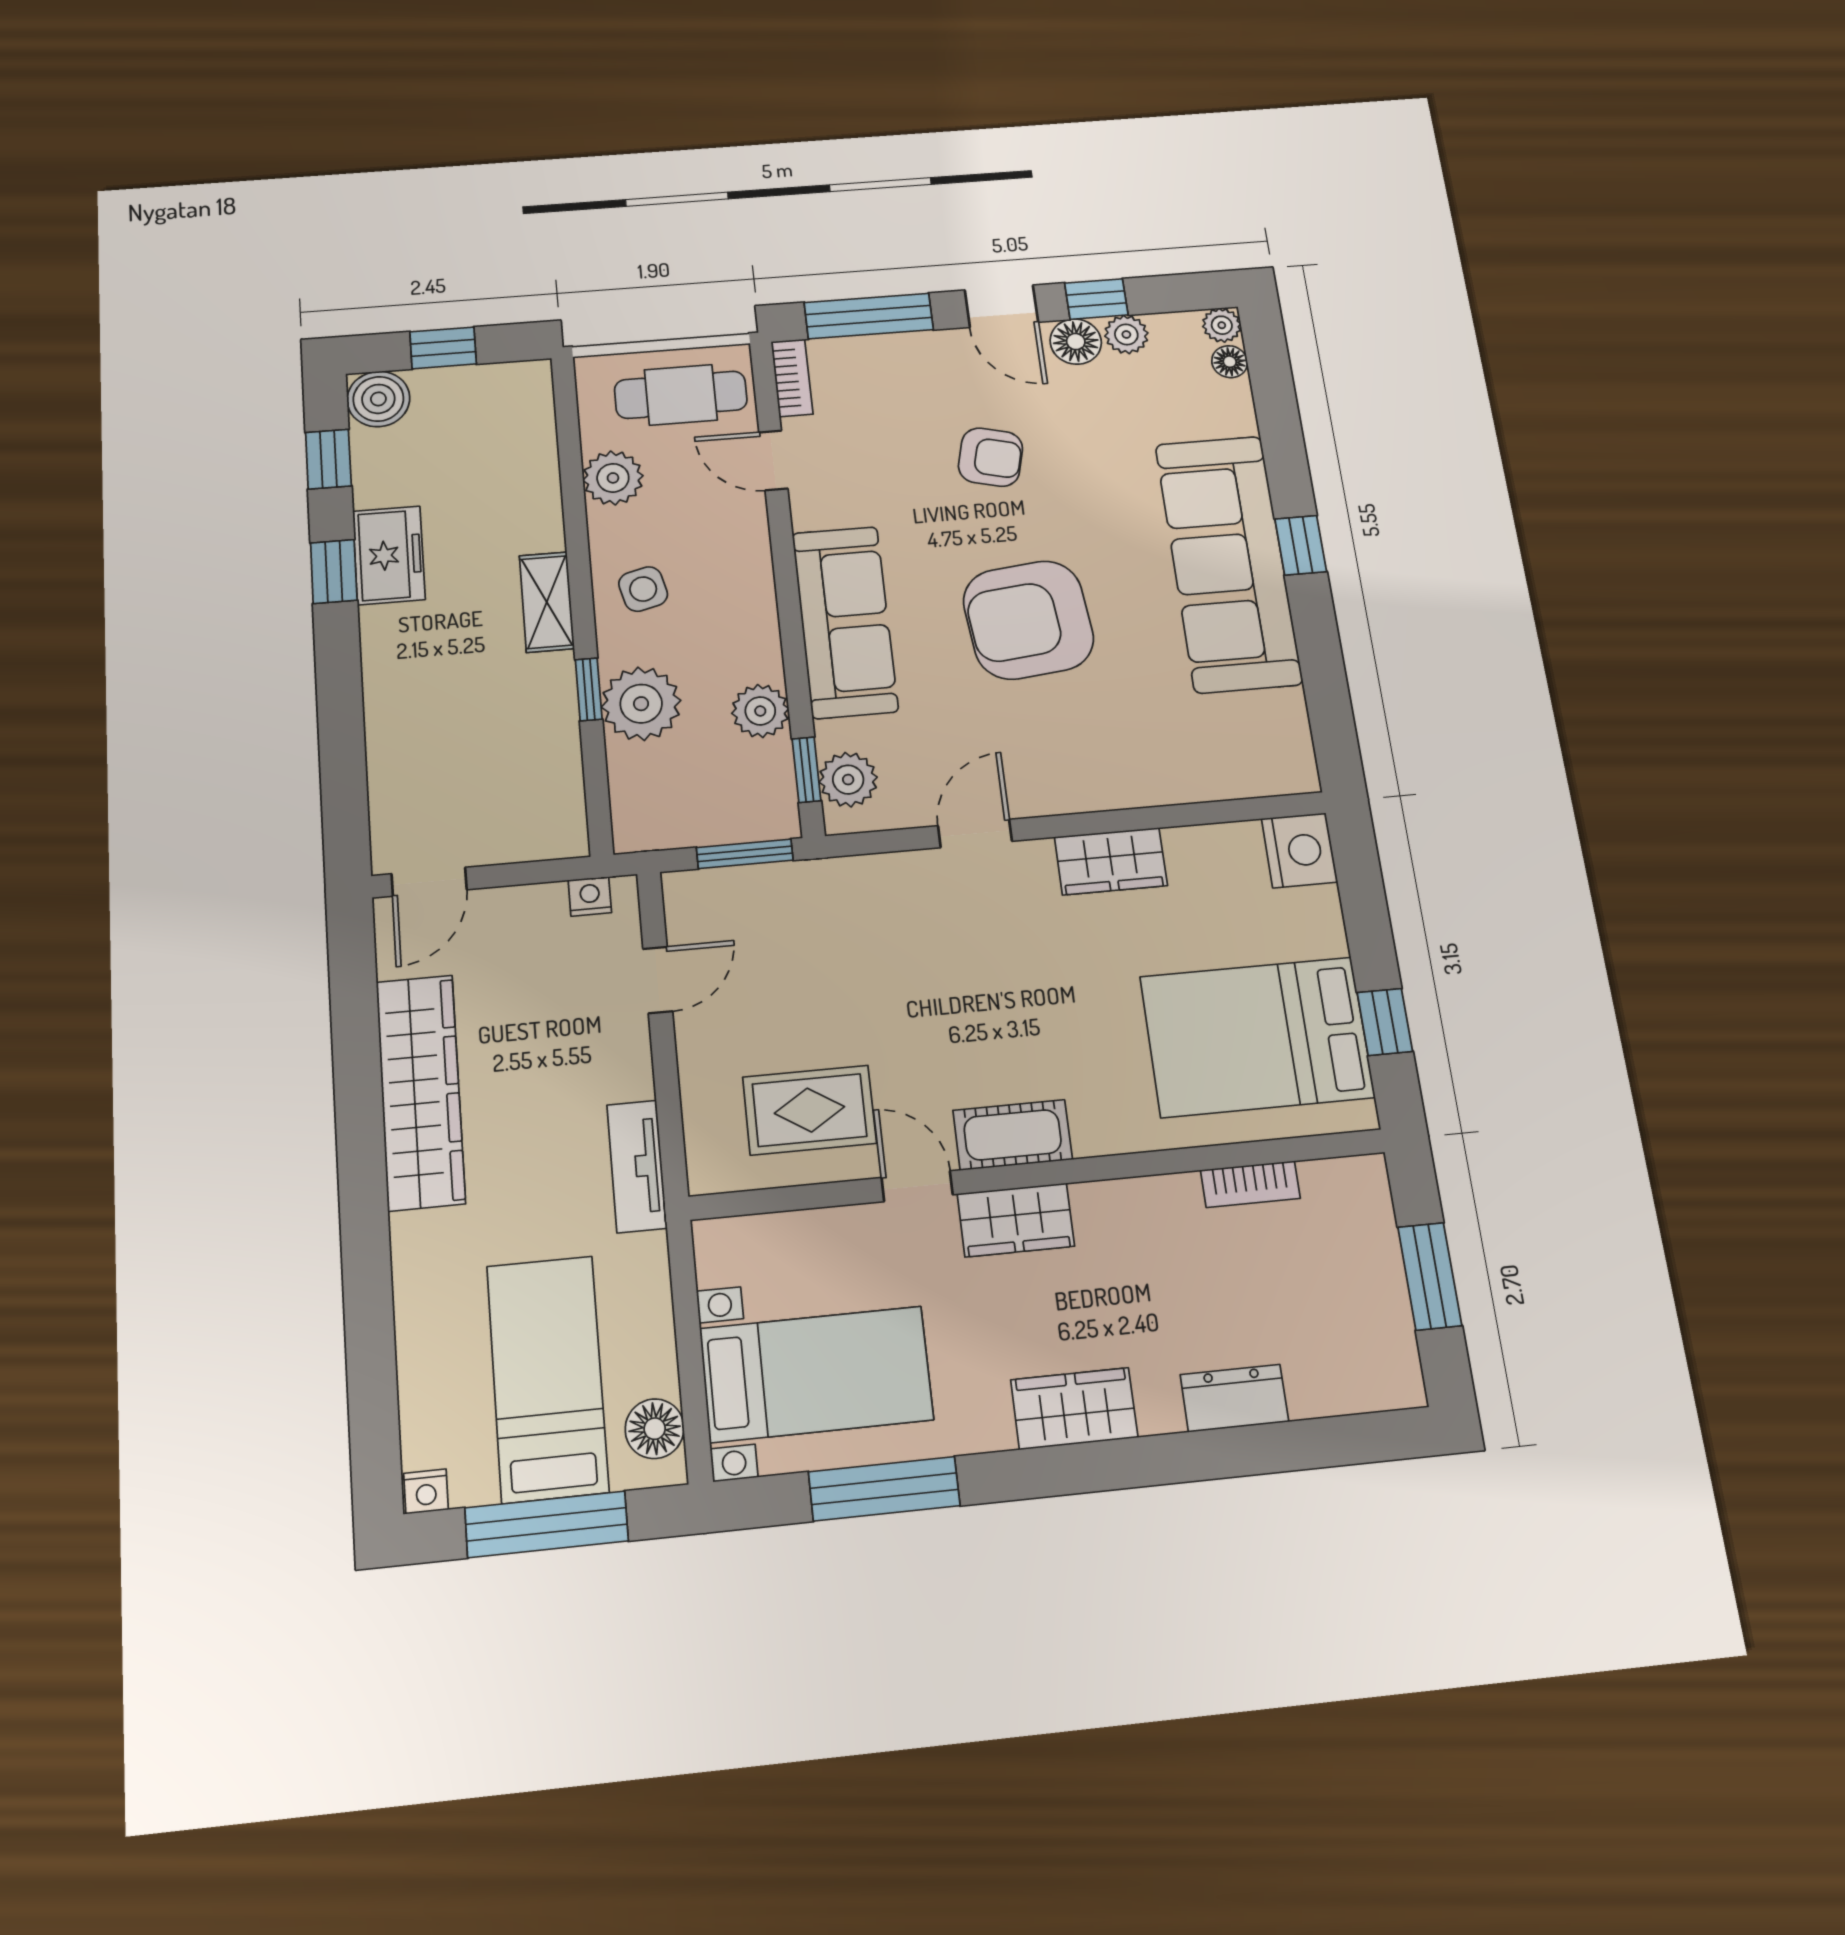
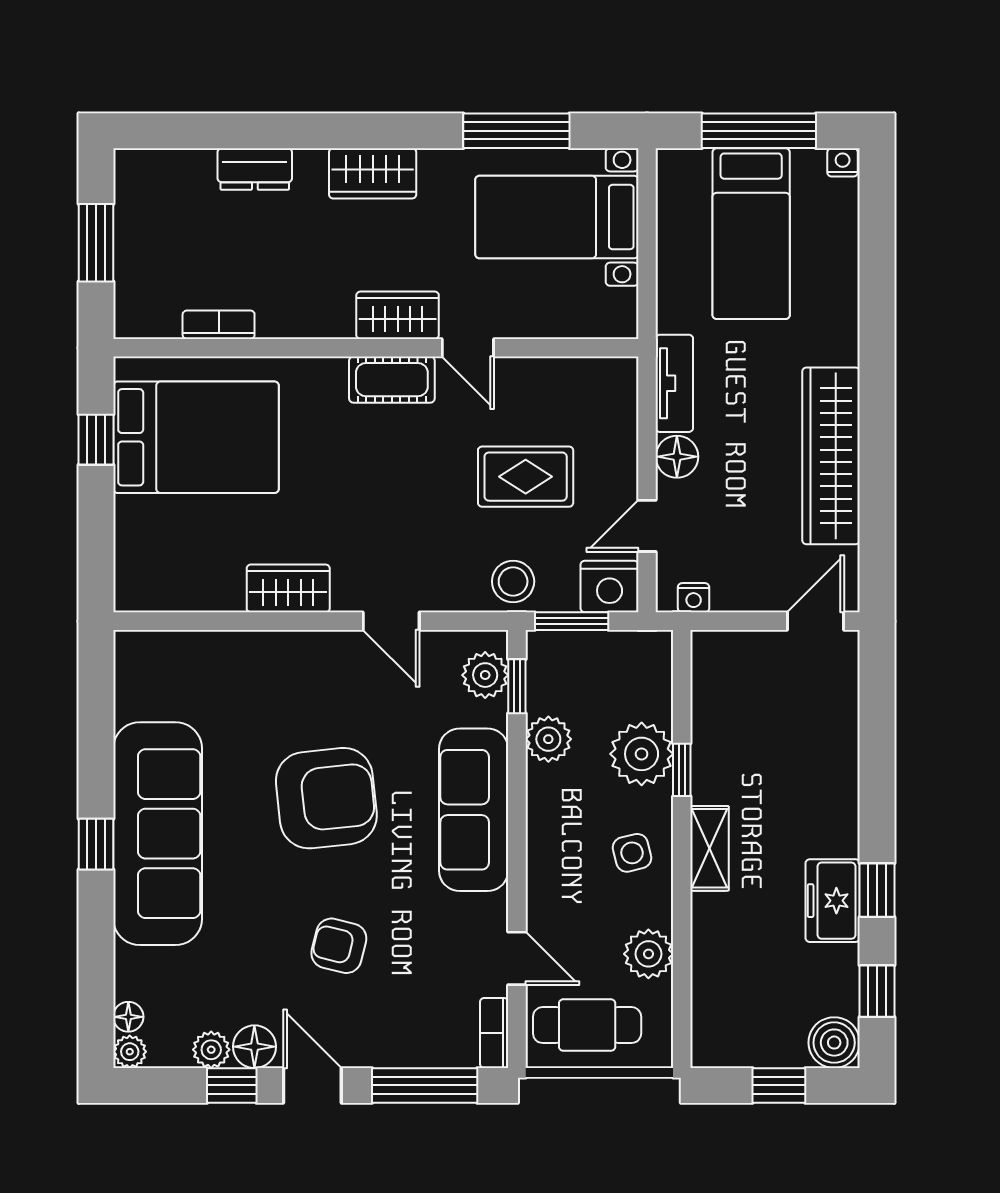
door: (975, 833) -> (391, 621), hinge flipped
nightstand: (1299, 850) -> (610, 587), moved, turned -90
stool: (825, 895) -> (513, 581), added
rug: (809, 1110) -> (526, 477), moved
floor lamp: (655, 1429) -> (677, 457), moved

